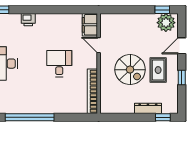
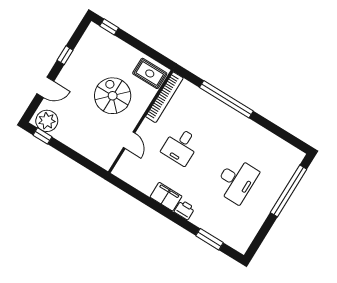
filing cabinet: (90, 25) -> (166, 197), moved, turned -90
rug: (158, 70) -> (150, 73), moved, turned 90
dresser: (148, 108) -> (119, 45), removed
window: (30, 117) -> (226, 99), moved

